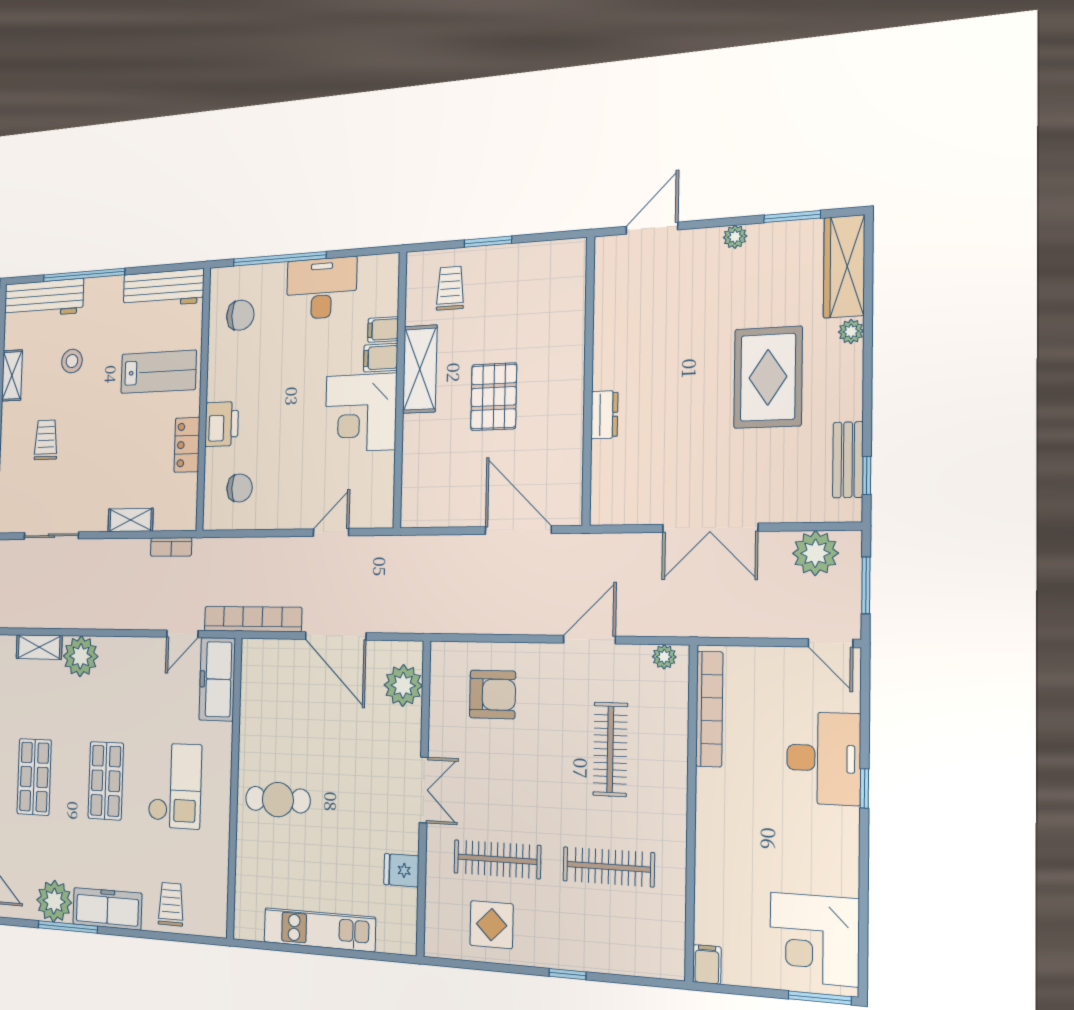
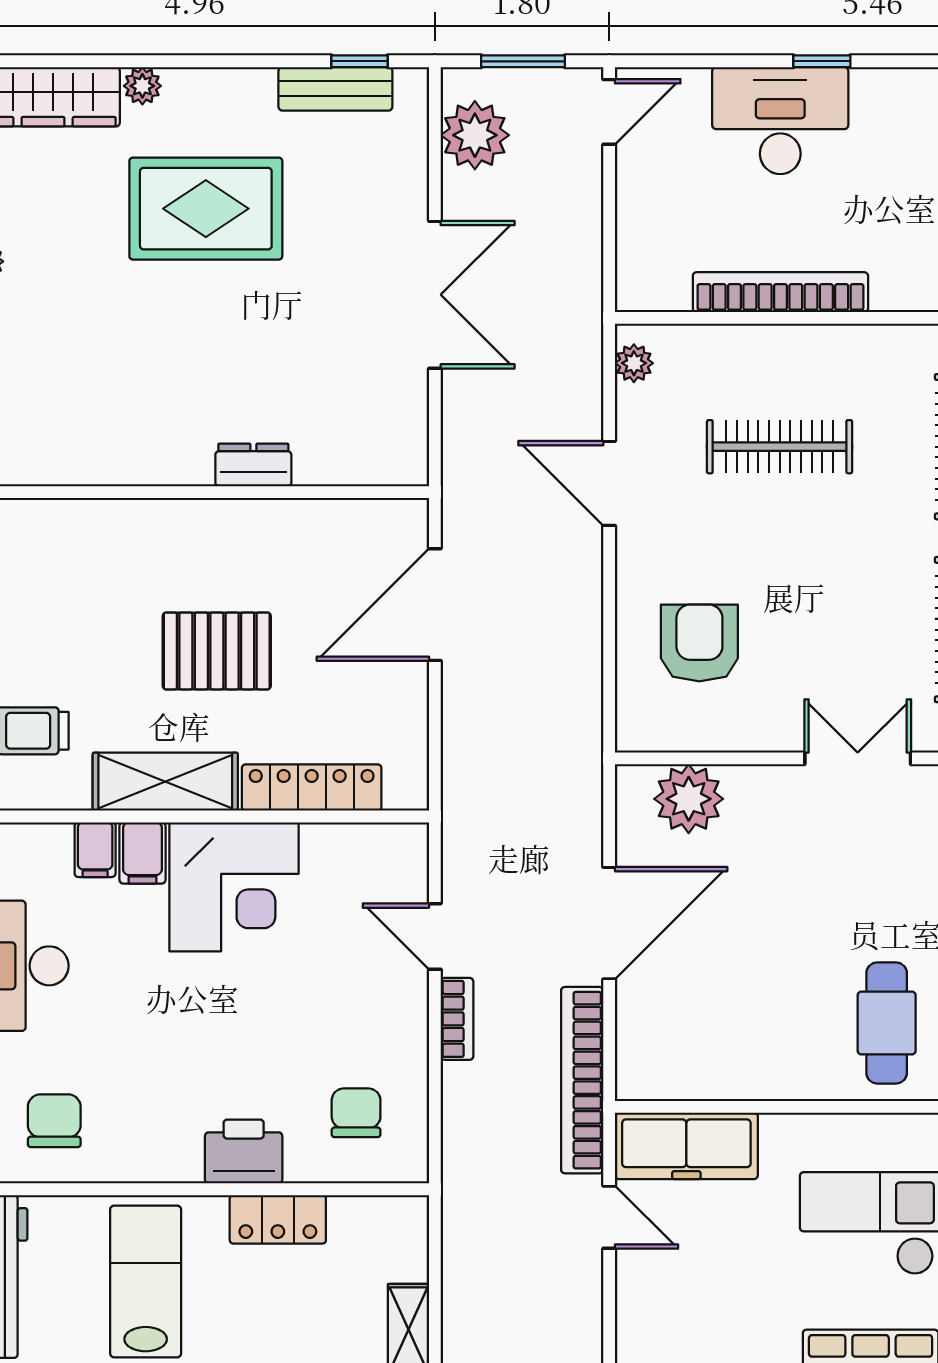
locker: (415, 457) -> (312, 788), added
bookcase: (171, 547) -> (457, 1019), moved
bookcase: (709, 709) -> (780, 292), moved

